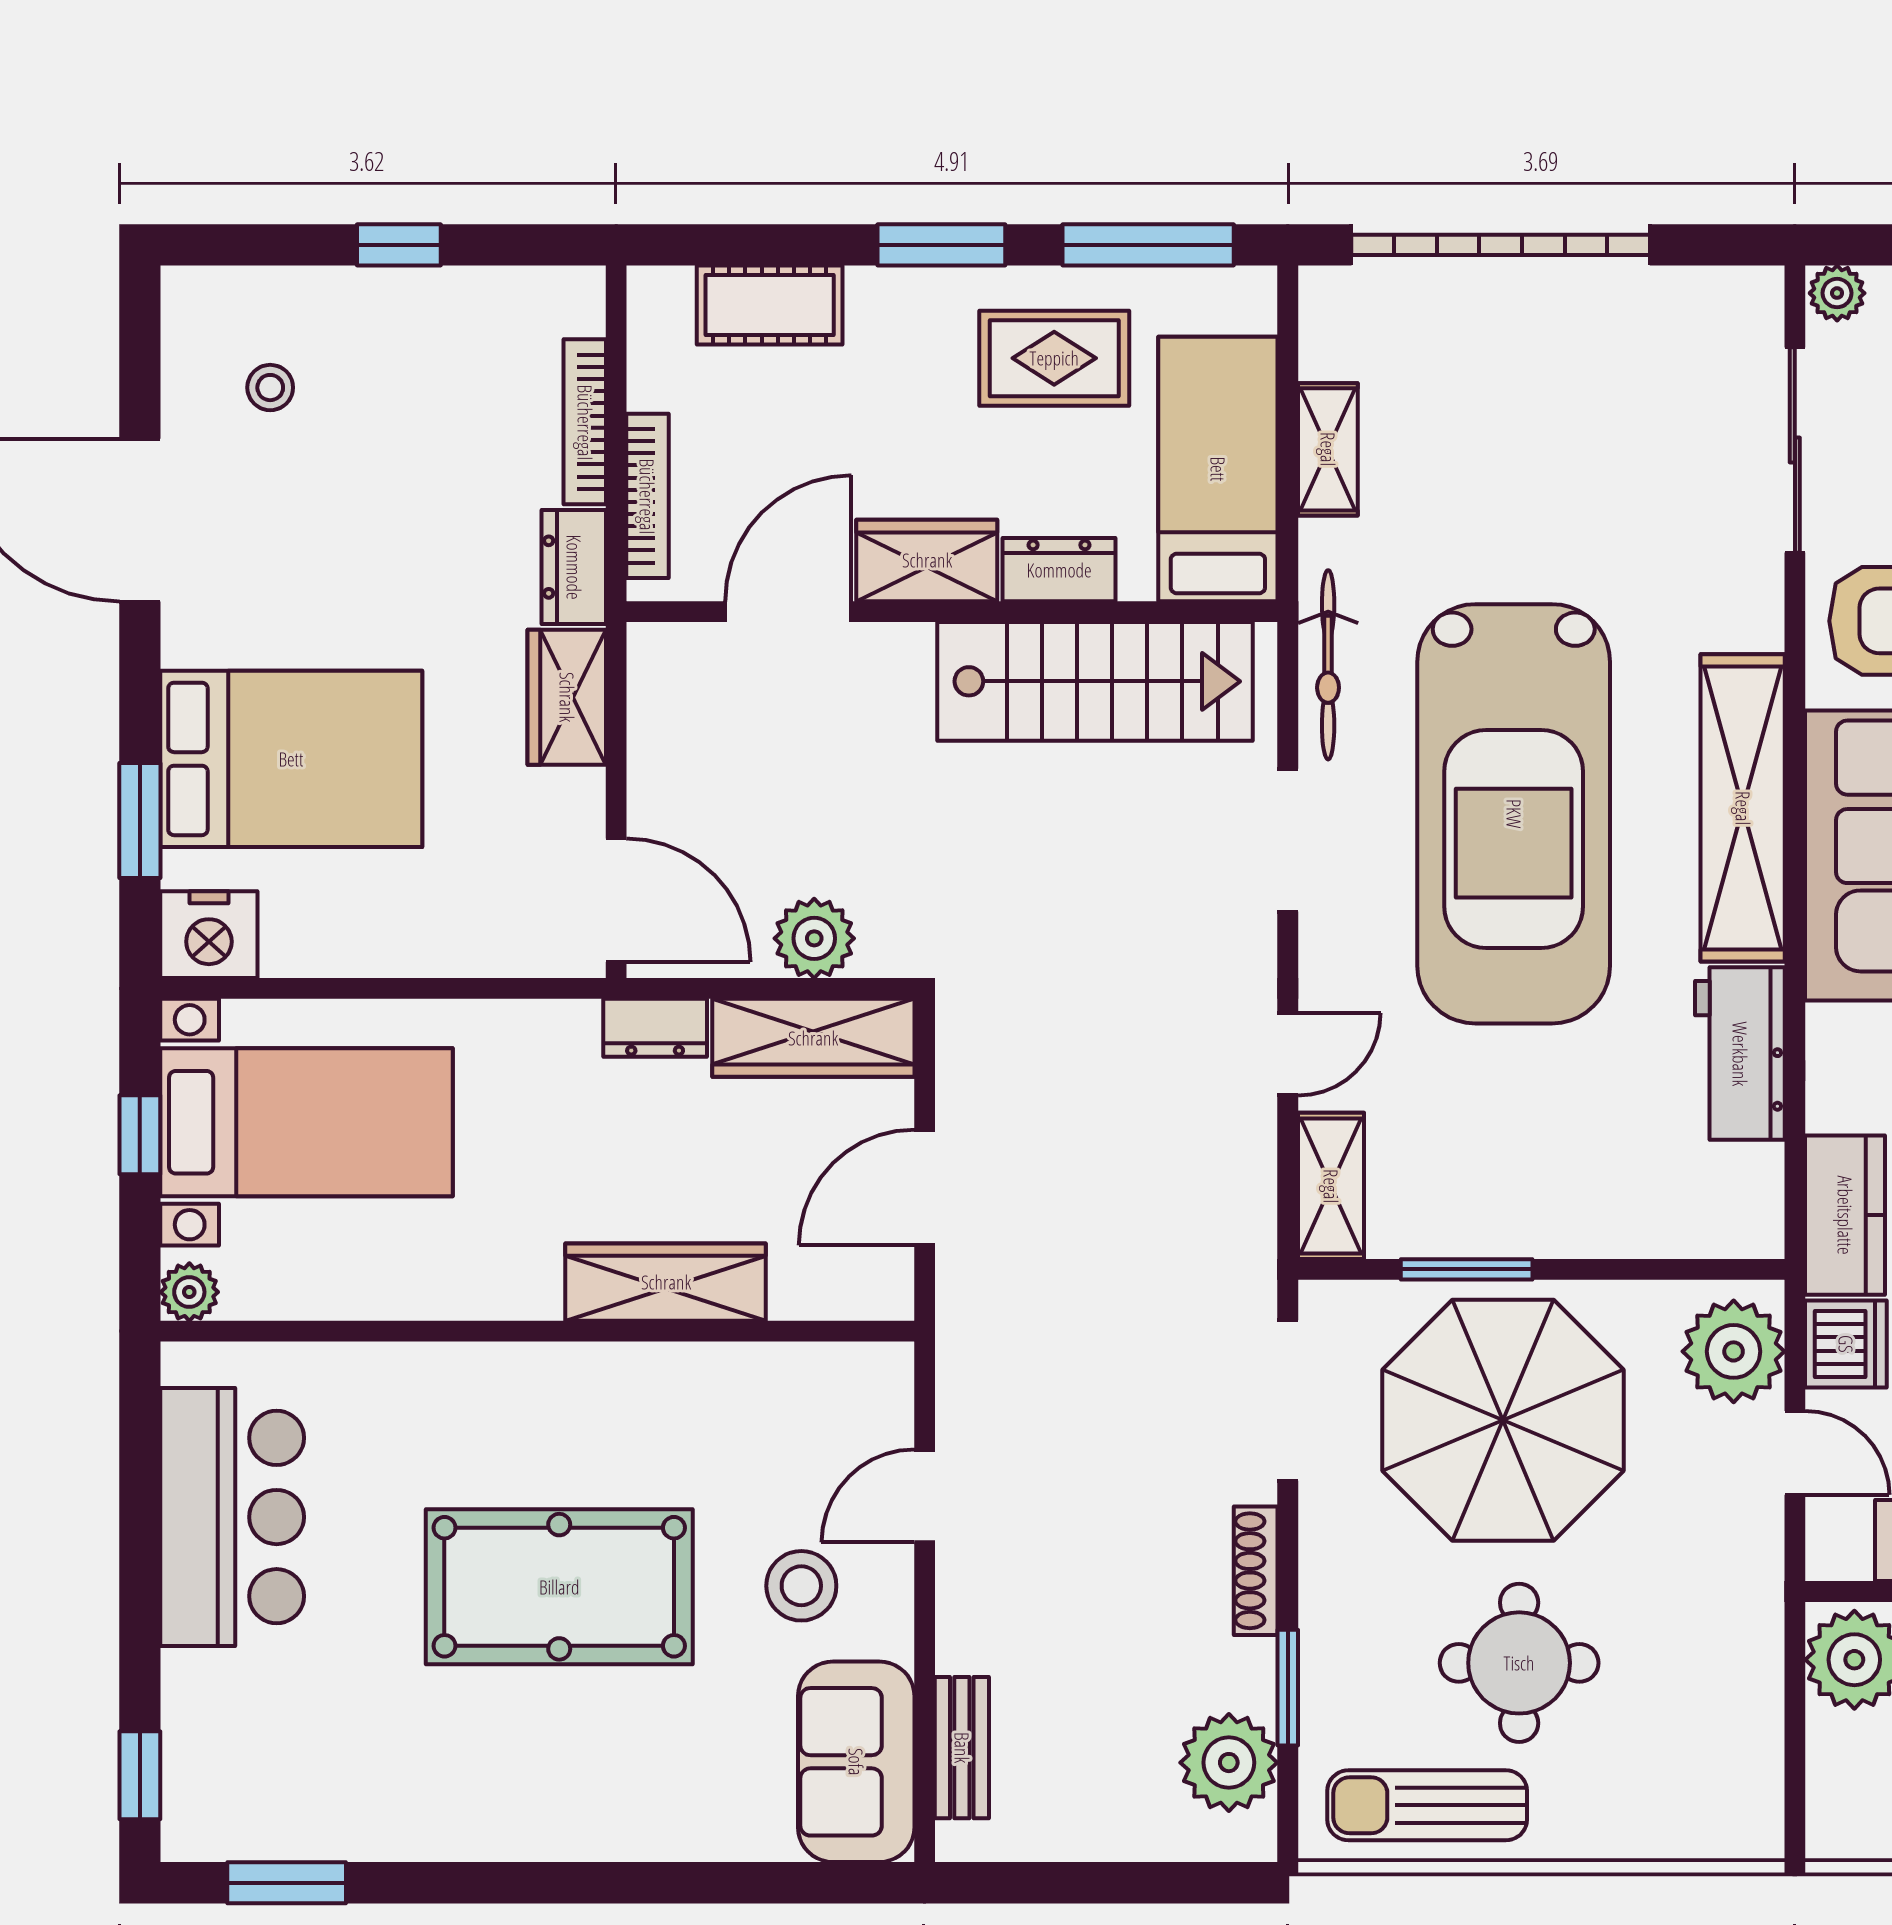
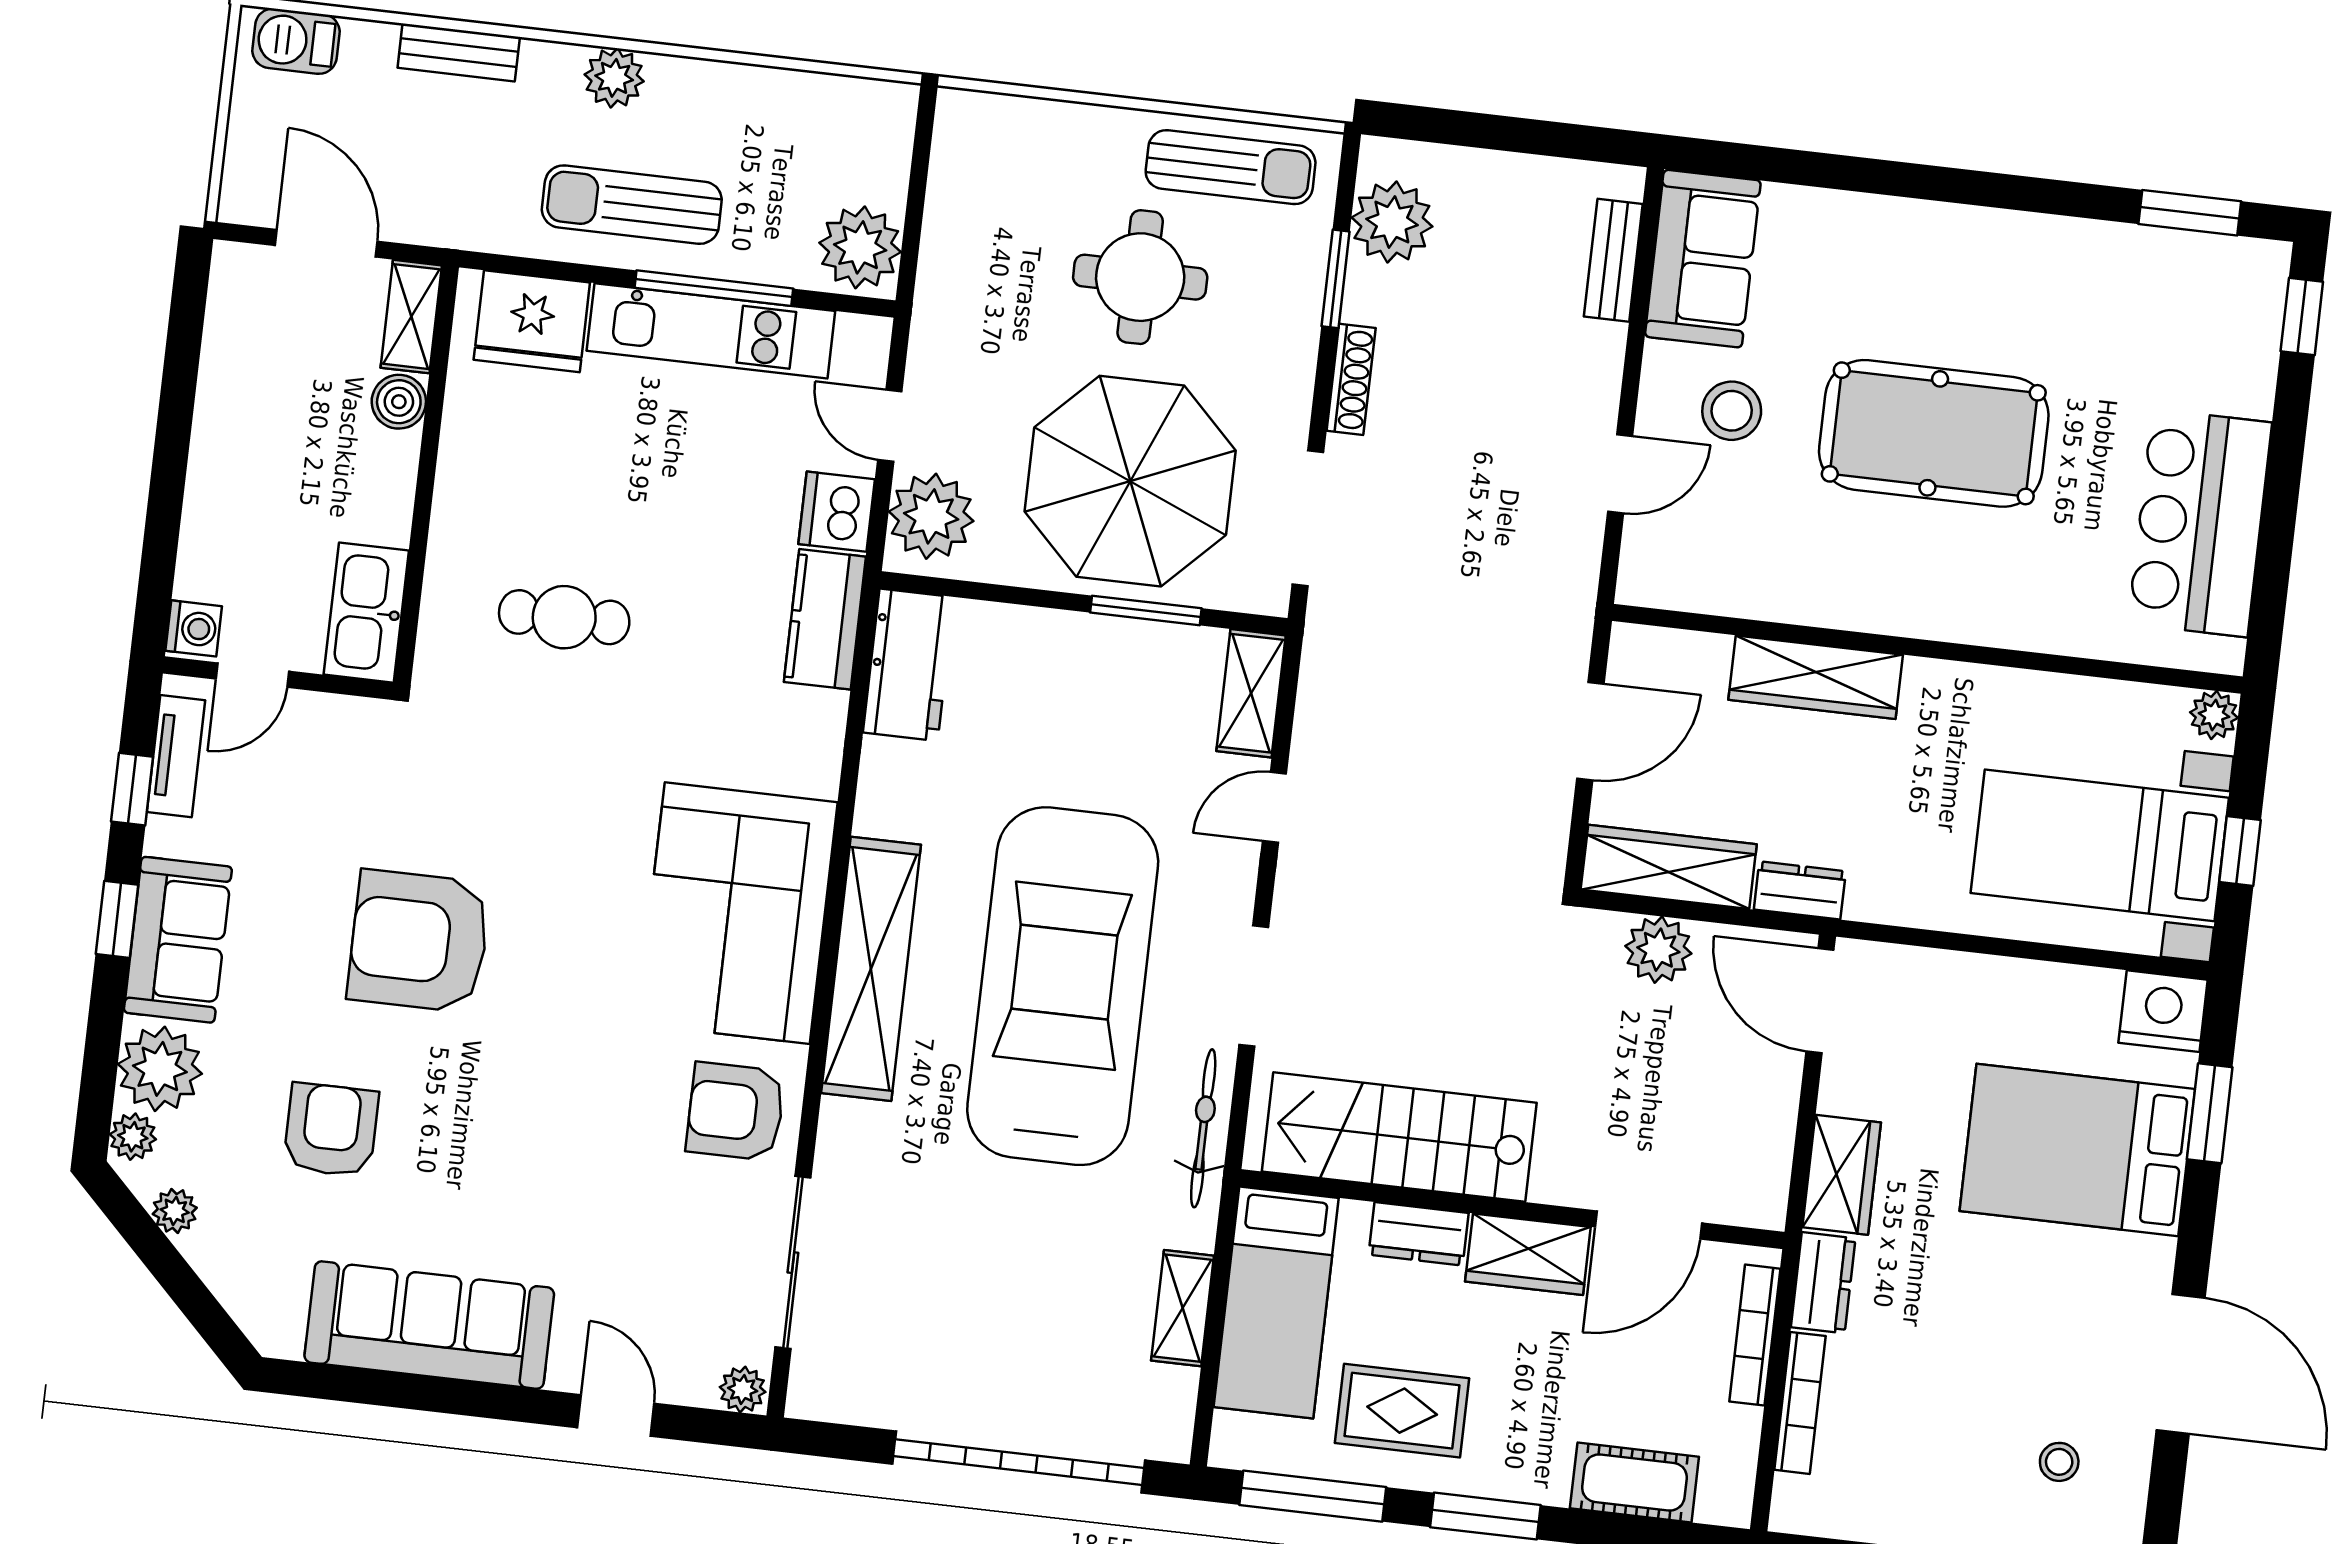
workbench: (1740, 1054) -> (909, 665), moved

